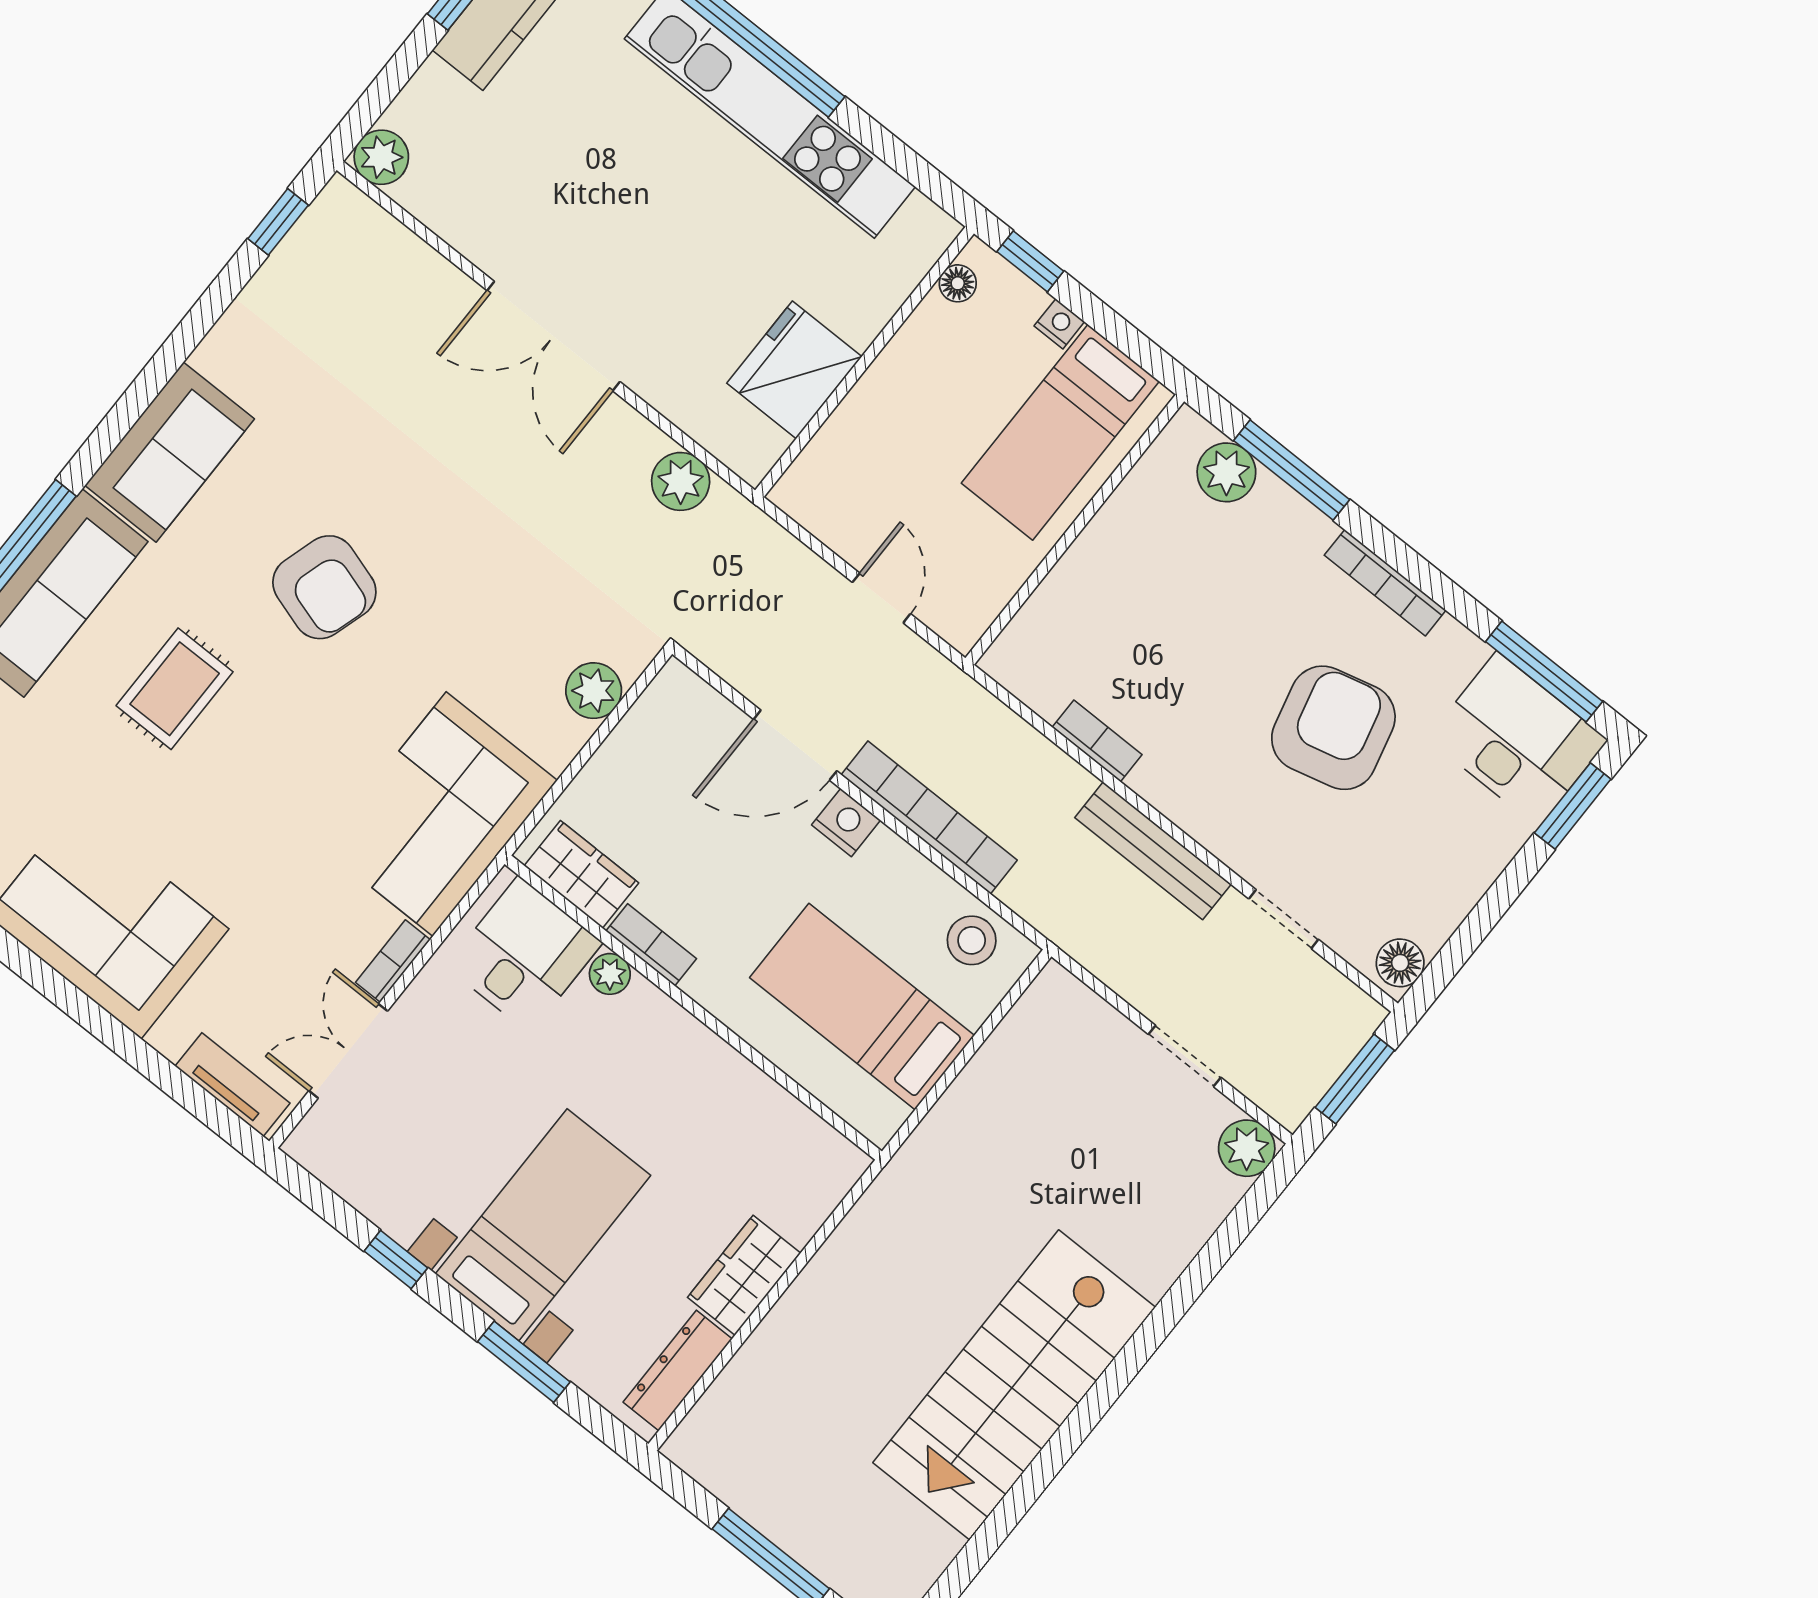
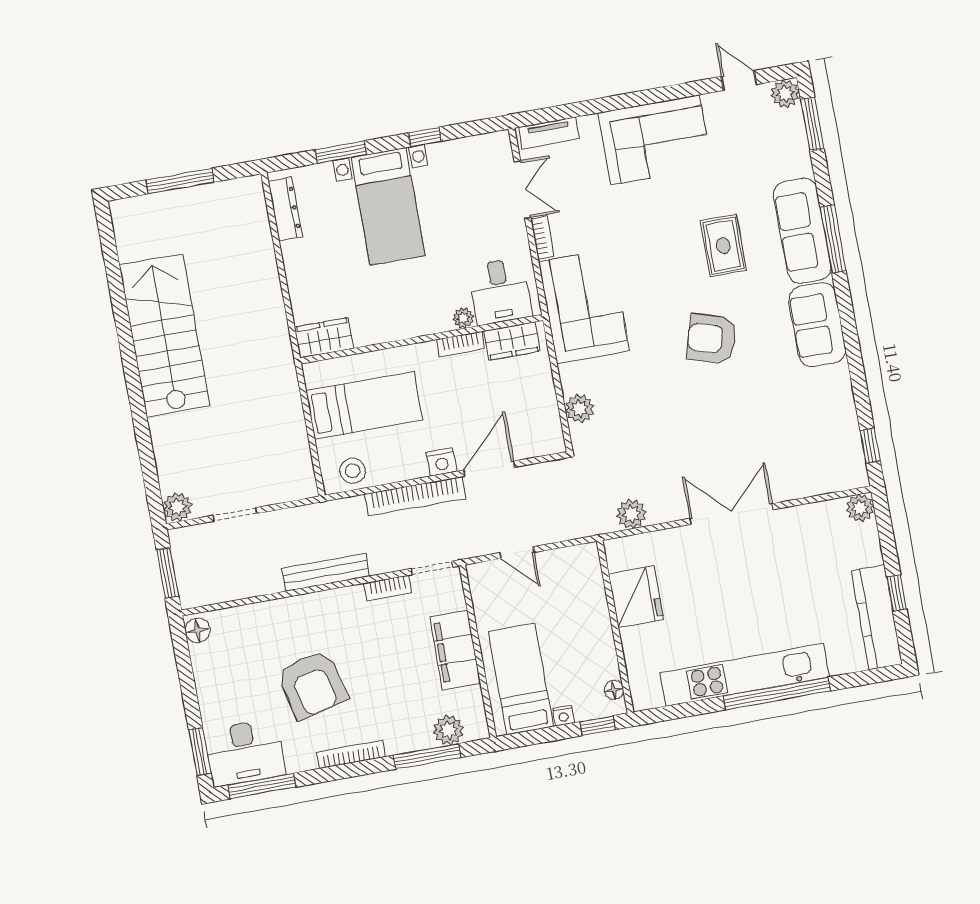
filing cabinet: (1102, 564) -> (455, 650), added
doorway: (1284, 919) -> (432, 568), moved
wardrobe: (744, 1275) -> (324, 338), moved, turned -90

